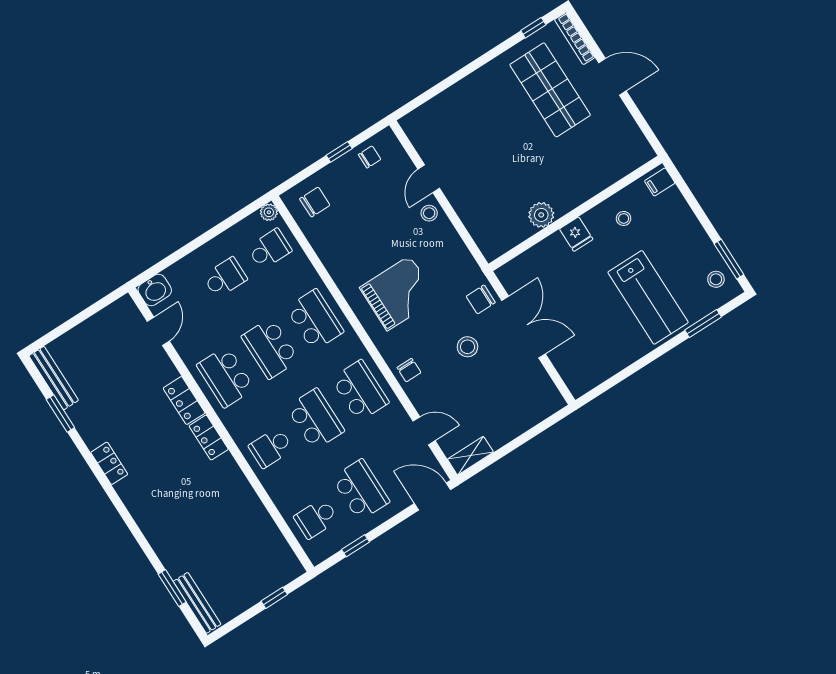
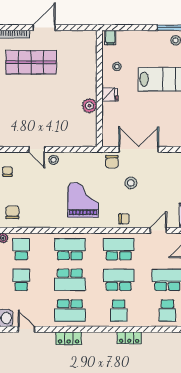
locker: (209, 438) -> (129, 338), moved

